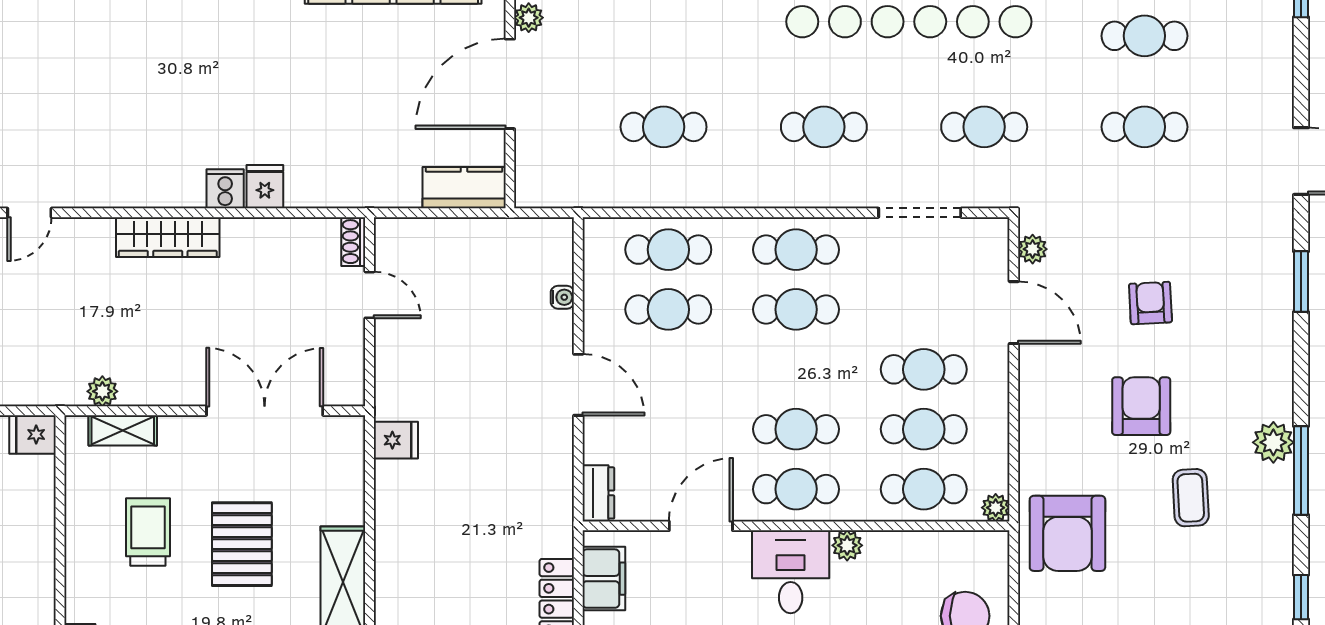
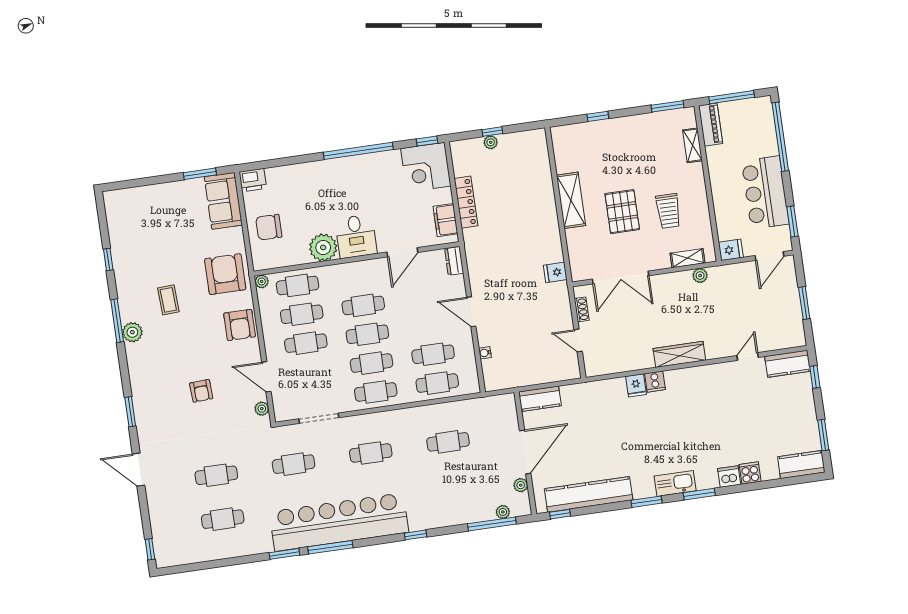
shoe rack: (353, 242) -> (582, 309), moved
armchair: (1141, 406) -> (240, 325), moved
cafe table: (796, 489) -> (367, 334), moved
plant: (847, 545) -> (323, 247), width x1.88, depth x1.88

